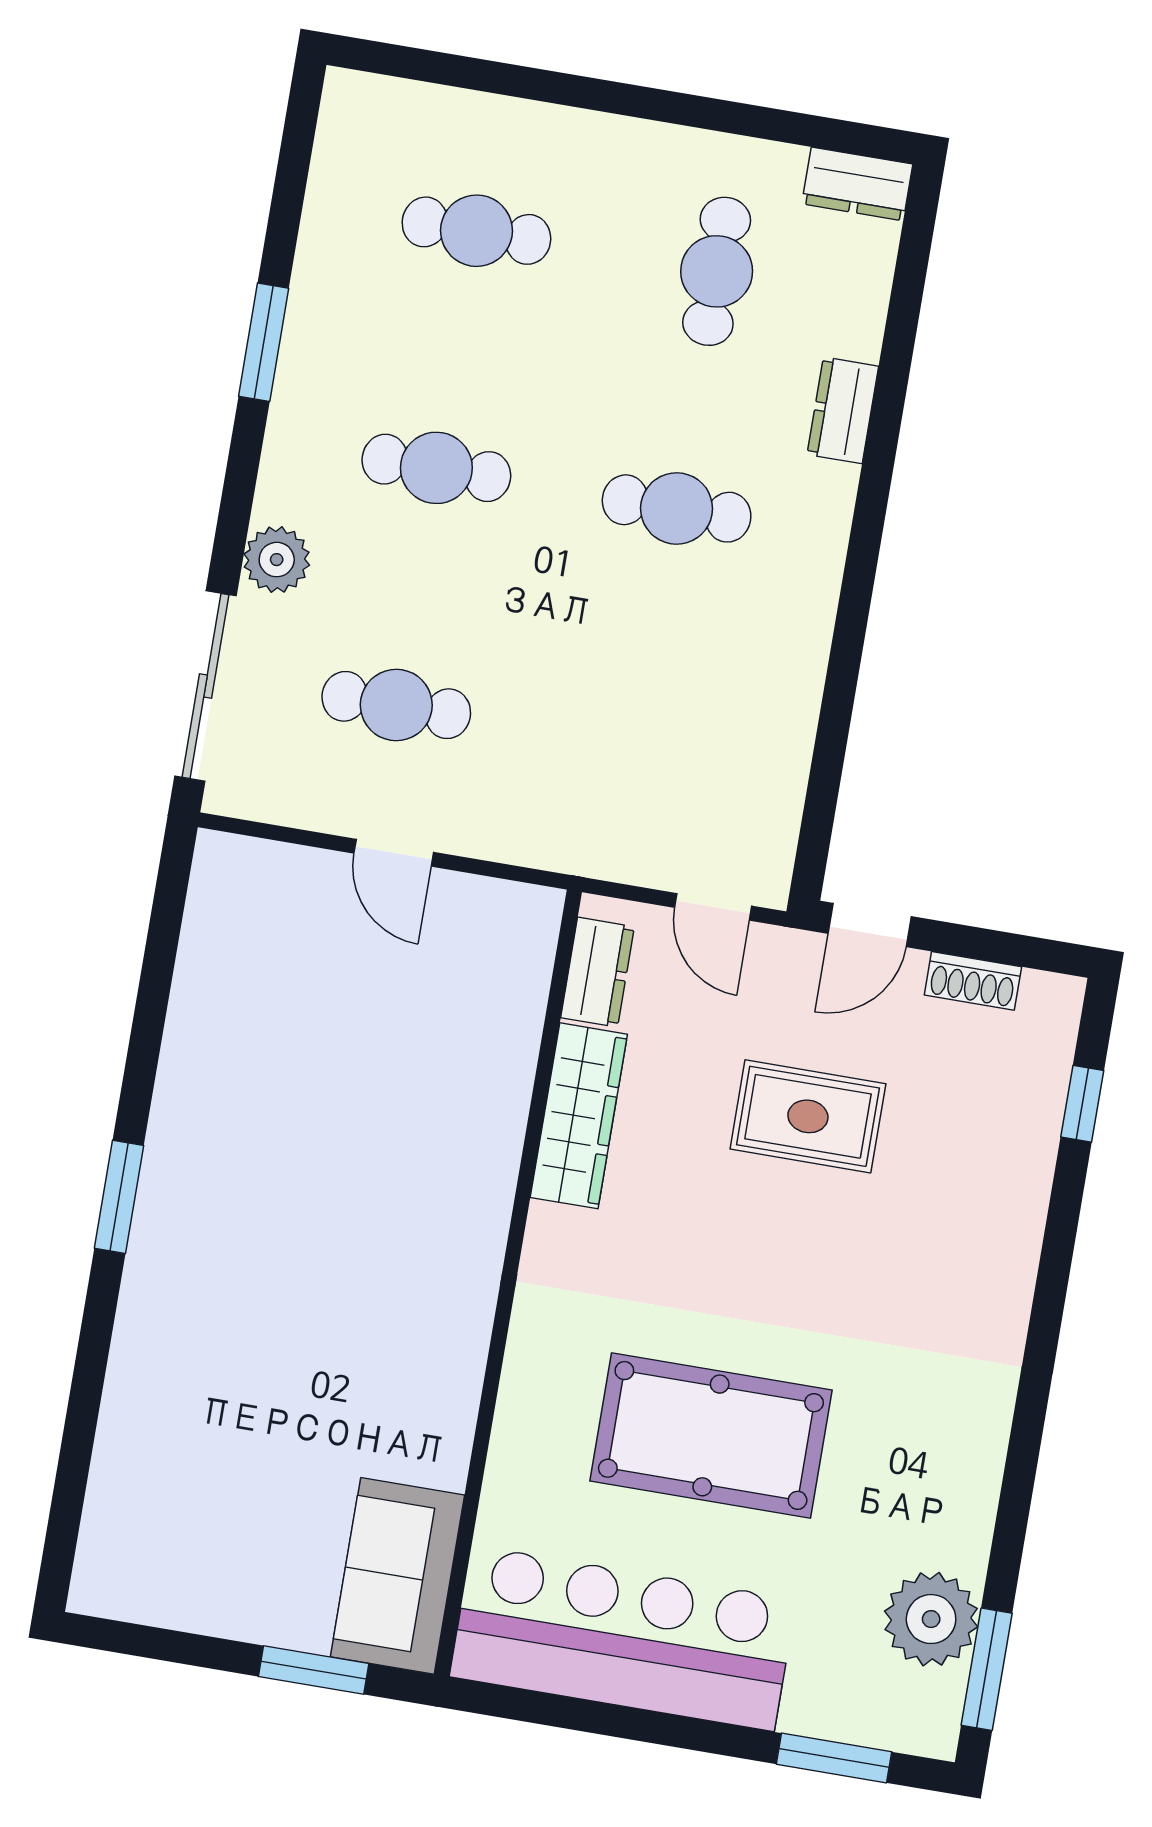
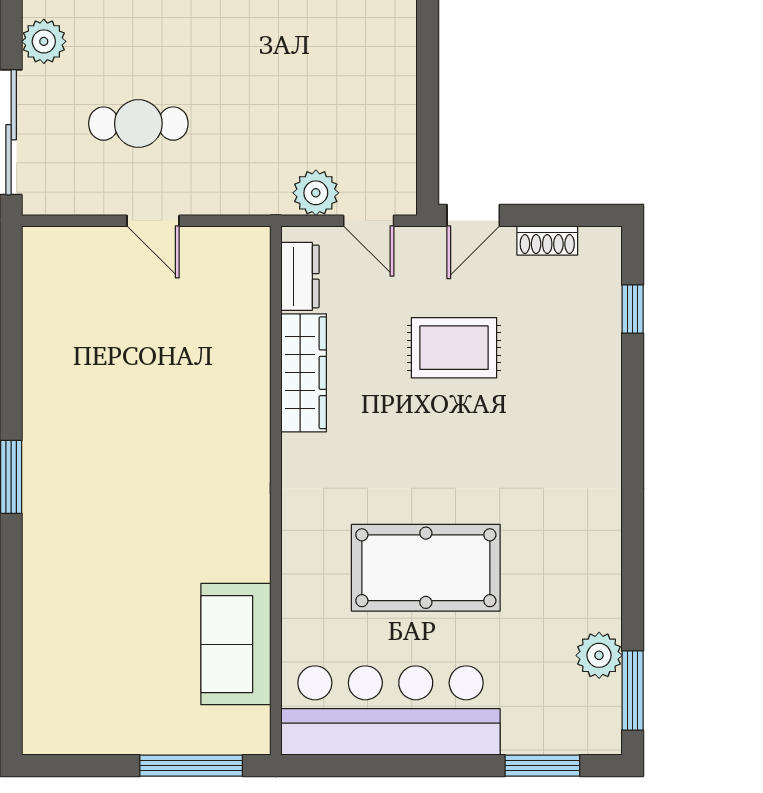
plant: (642, 852) -> (316, 193), added
sofa: (398, 1576) -> (236, 644), moved
plant: (931, 1619) -> (599, 655), width x0.73, depth x0.73
window: (314, 1670) -> (191, 766), width x1.44

